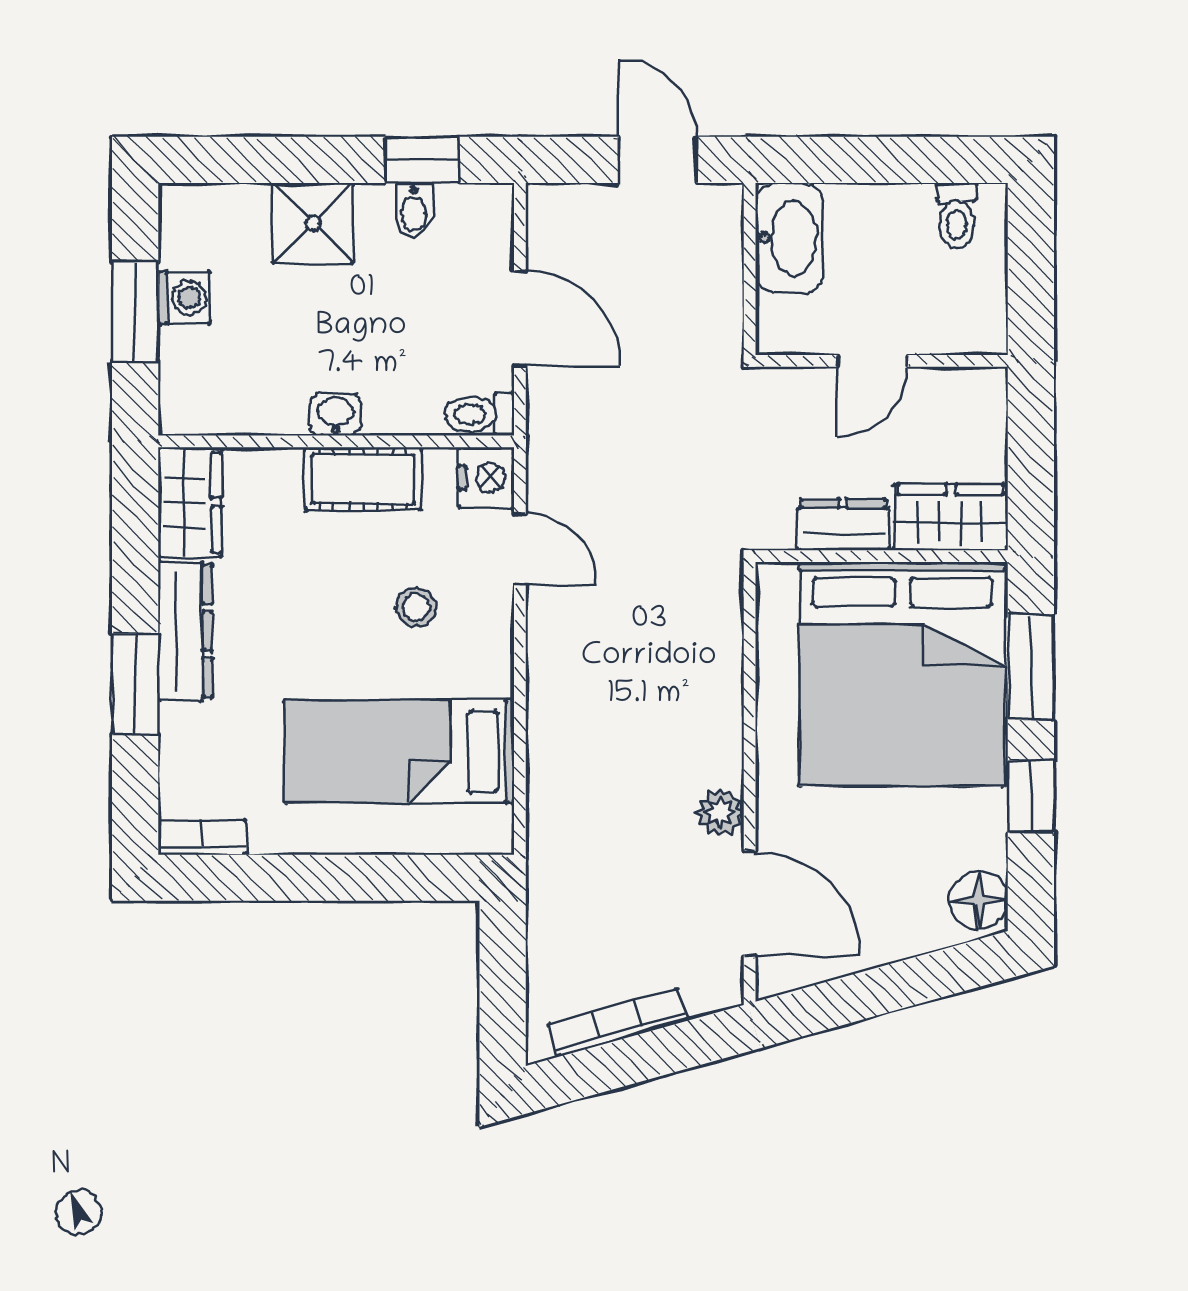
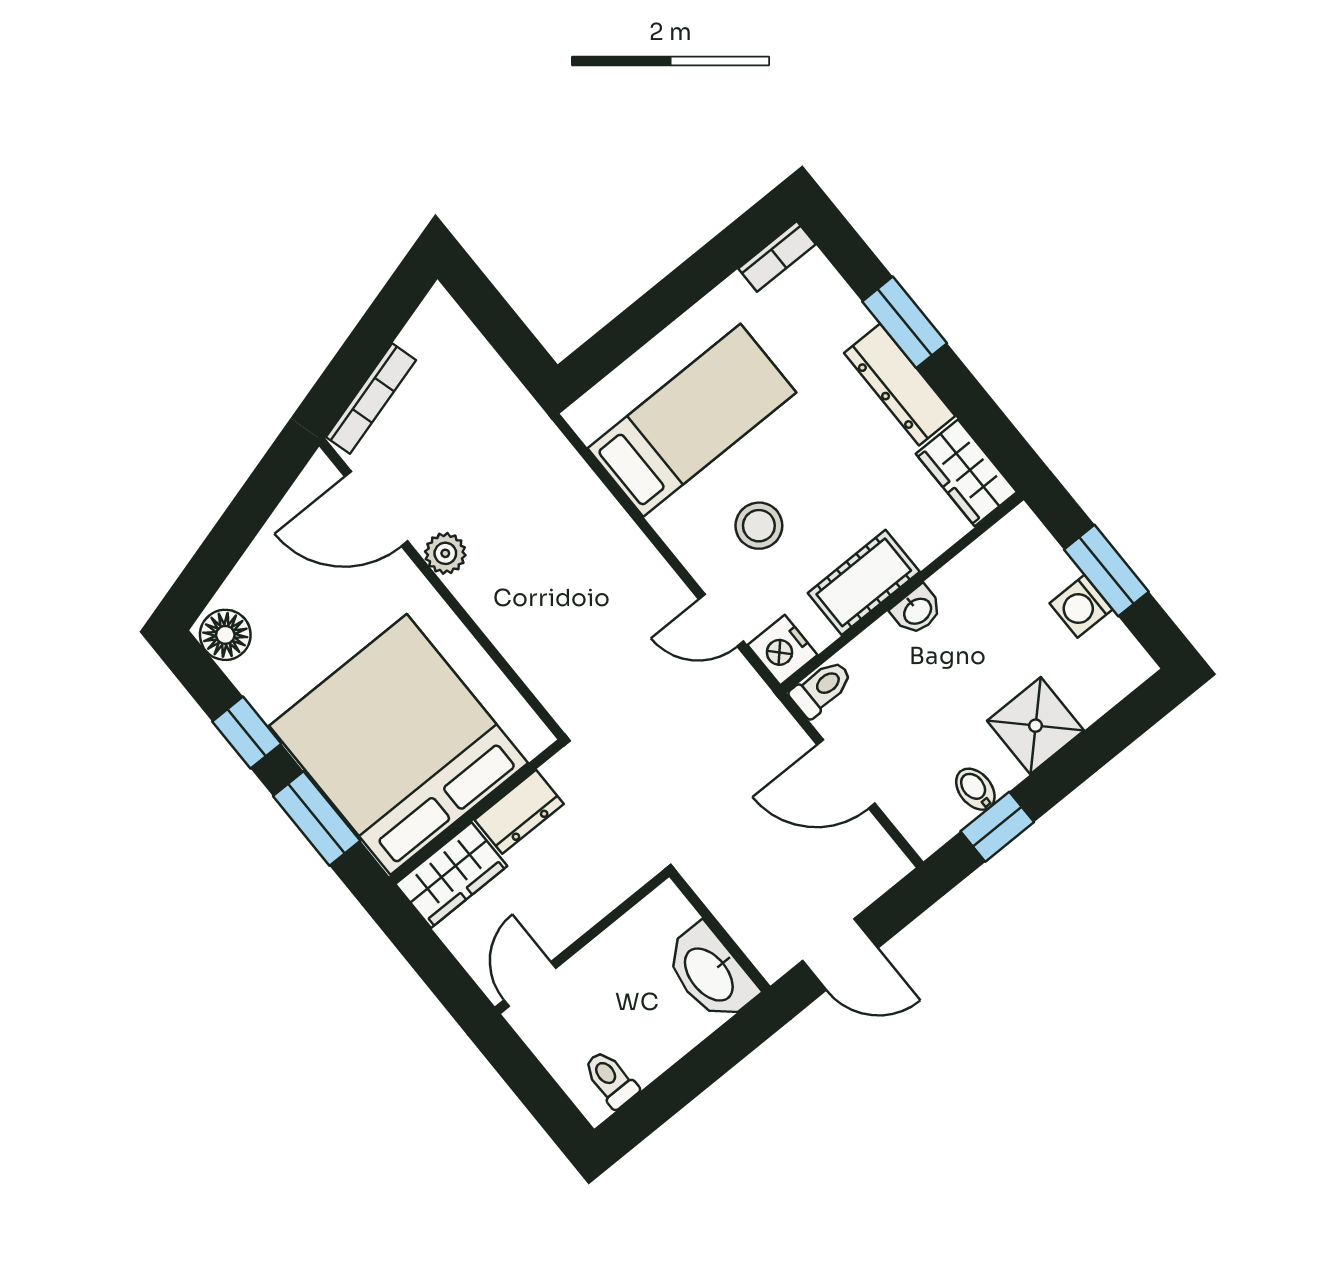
door: (872, 361) -> (530, 984), moved
stool: (416, 607) -> (759, 526), width x1.37, depth x1.37
bookcase: (618, 1022) -> (371, 399), moved

